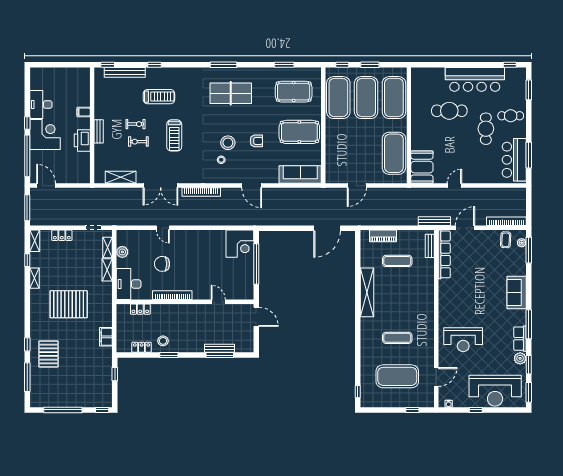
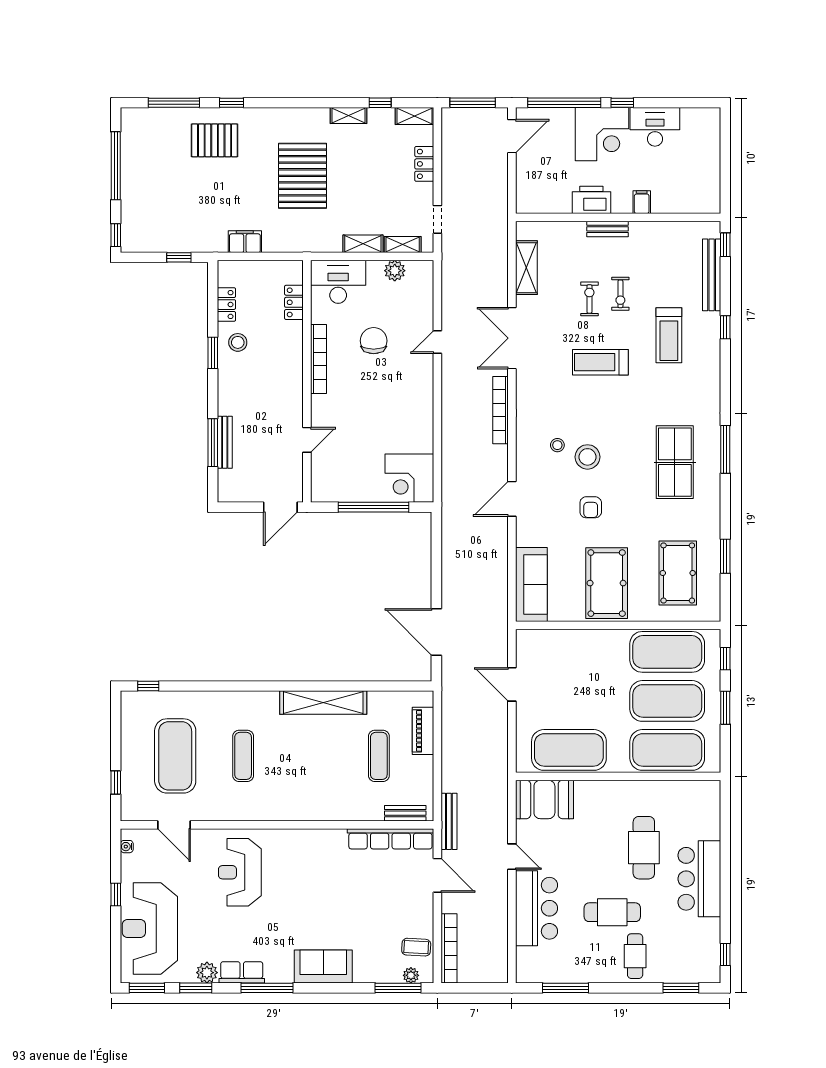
bar counter: (475, 79) -> (699, 879), width x0.73
bar counter: (514, 160) -> (536, 908), moved, turned 90

